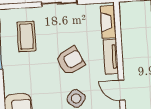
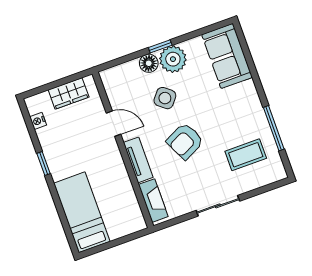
coffee table: (26, 36) -> (246, 155), turned 90

